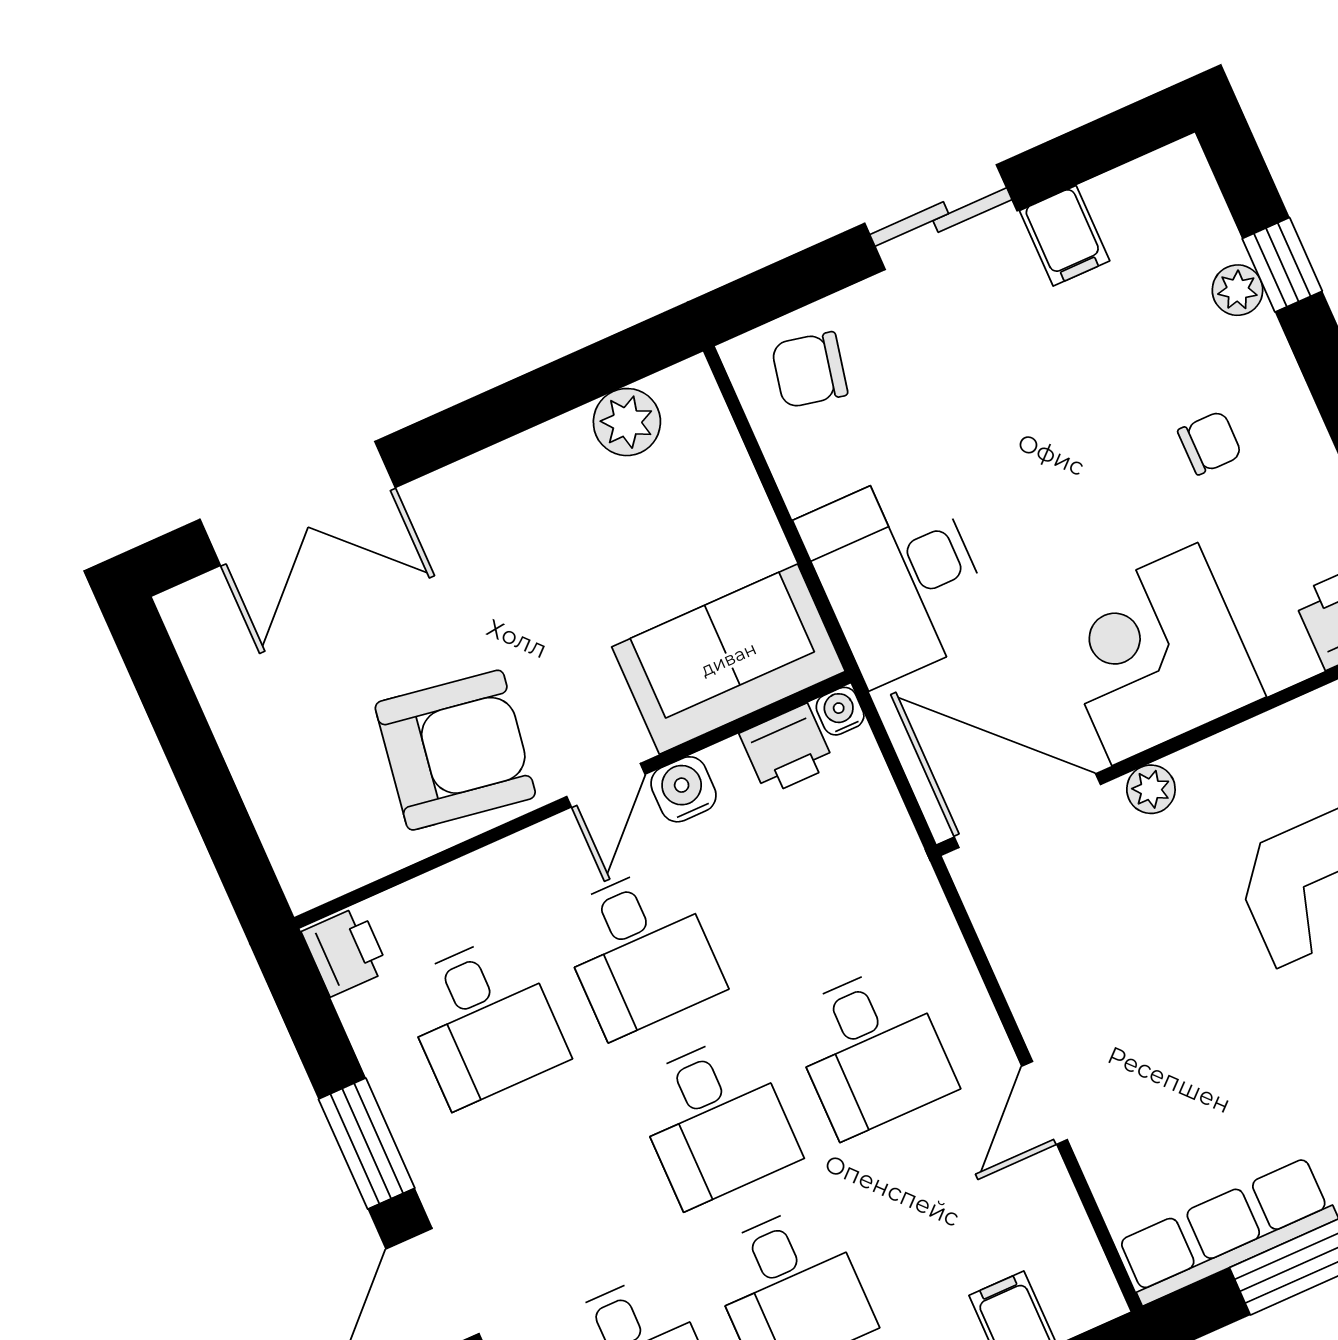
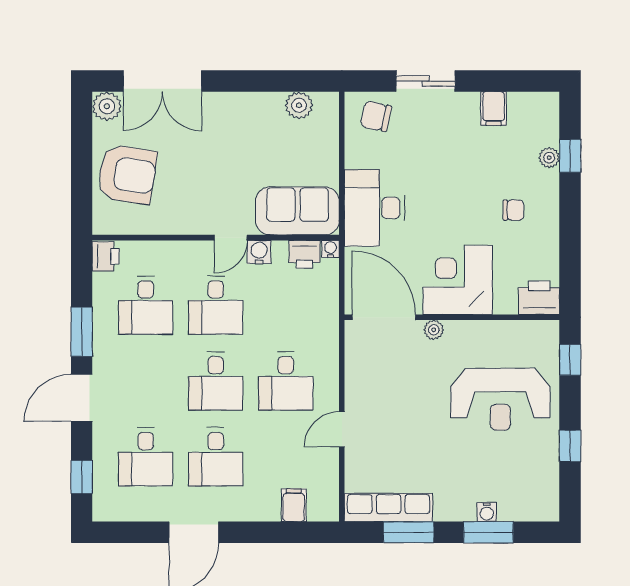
sliding door: (941, 217) -> (426, 81), moved
plant: (199, 615) -> (107, 106), added
armchair: (455, 750) -> (127, 174), moved

